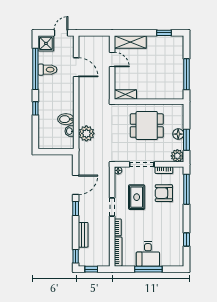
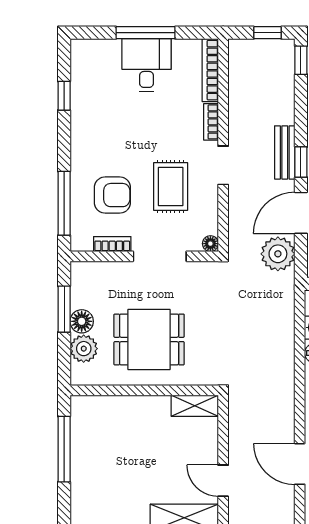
plant: (86, 133) -> (278, 254), moved
plant: (177, 156) -> (84, 349), moved
bench: (83, 235) -> (285, 152), moved

